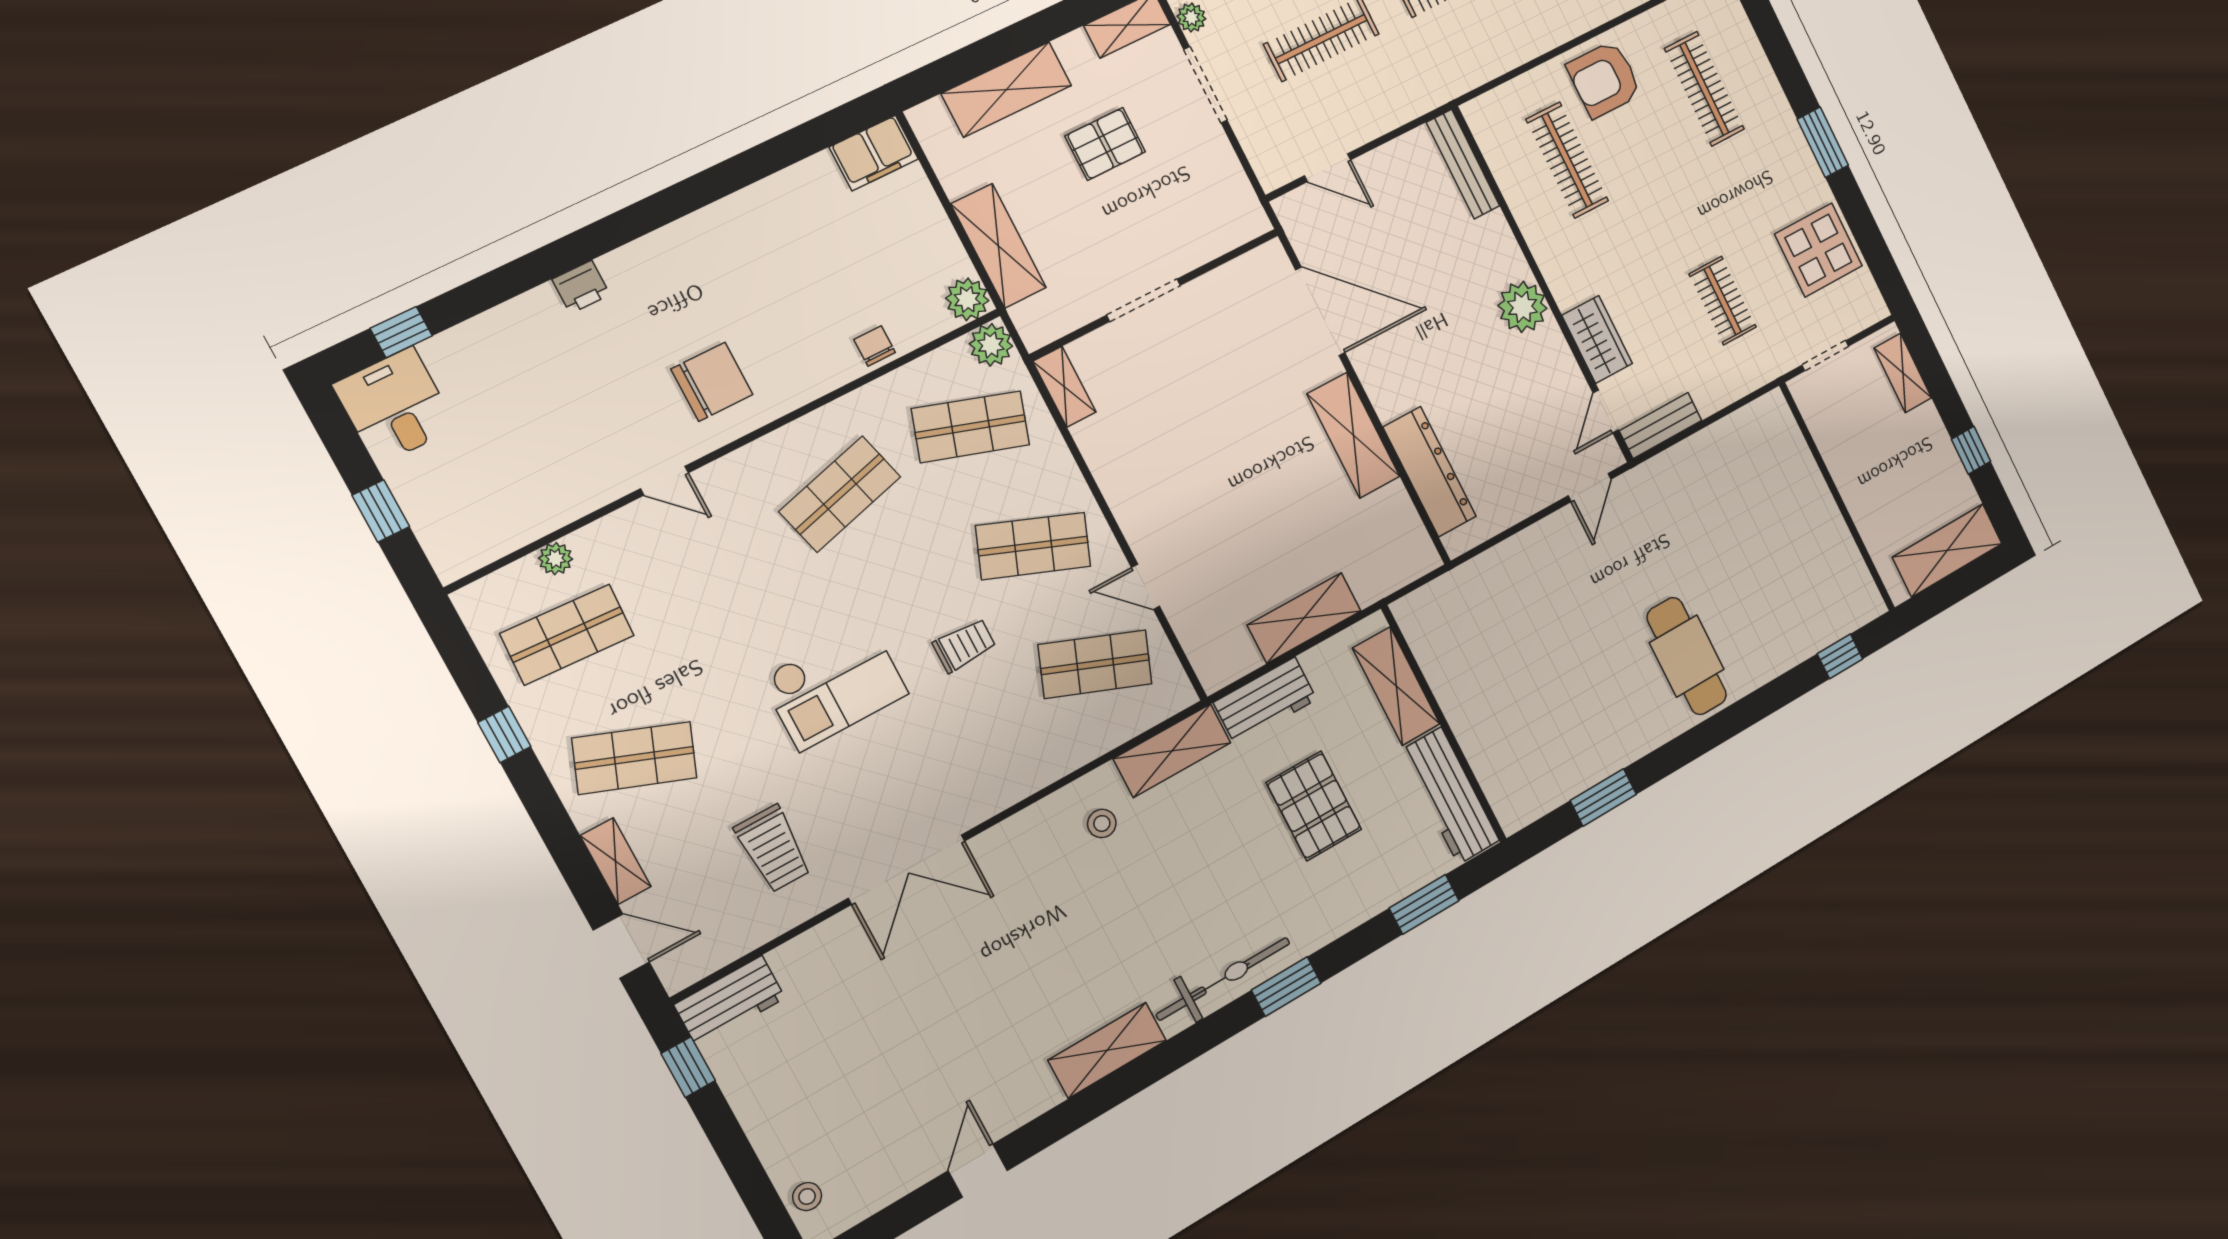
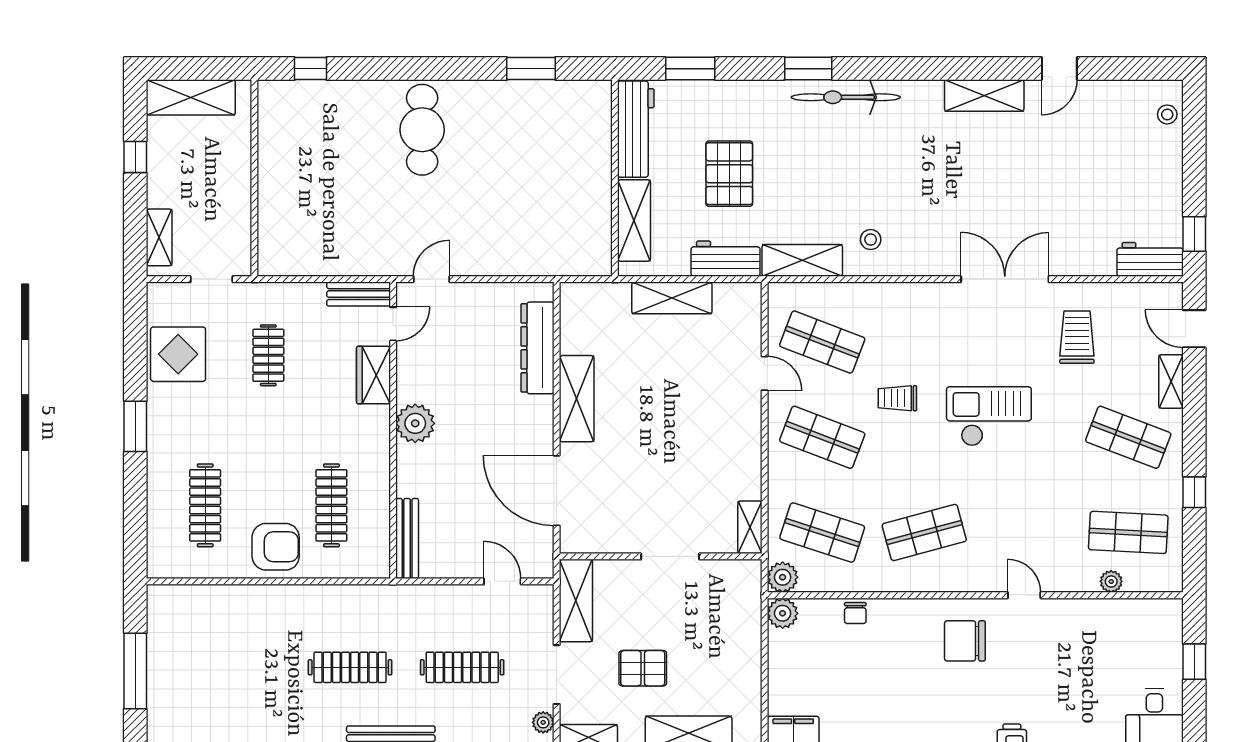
shelving: (999, 246) -> (576, 601), moved
shelving: (1107, 1050) -> (984, 95), moved

